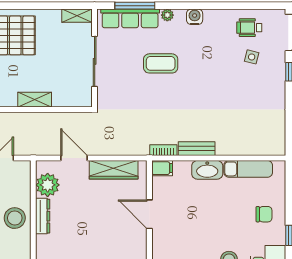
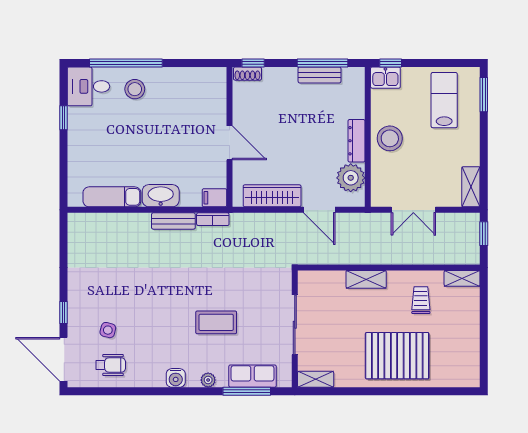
row of seats: (130, 18) -> (253, 376), width x0.68
chair: (264, 214) -> (93, 143), removed

